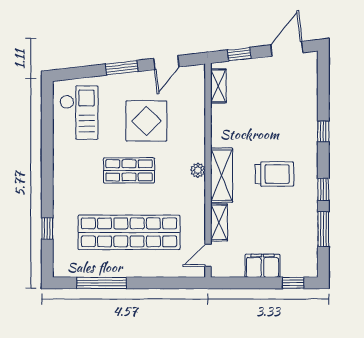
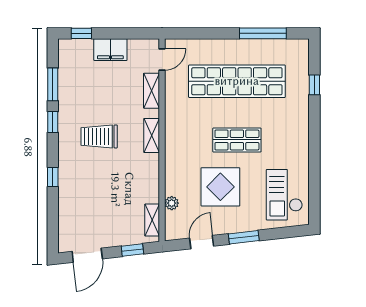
plant: (198, 170) -> (172, 203), moved
shelving: (222, 175) -> (152, 135), width x0.67, depth x0.75

